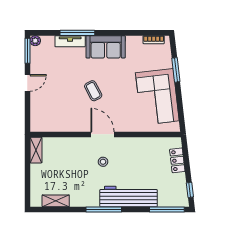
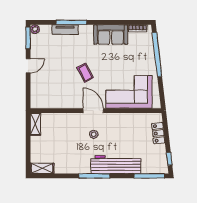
sofa: (106, 47) -> (111, 35), moved
window: (176, 70) -> (157, 55), width x2.11
corner sofa: (157, 97) -> (129, 92), moved, turned 97
shelving: (56, 201) -> (42, 168), moved

